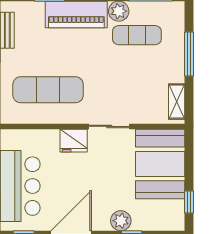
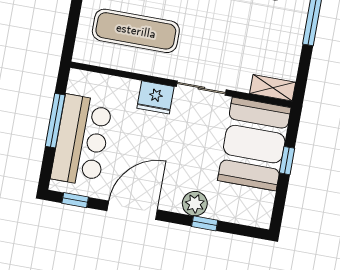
shelving: (177, 102) -> (273, 88), moved, turned 90
window: (189, 202) -> (287, 161), moved

